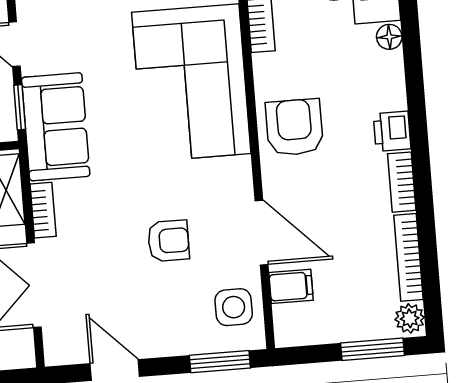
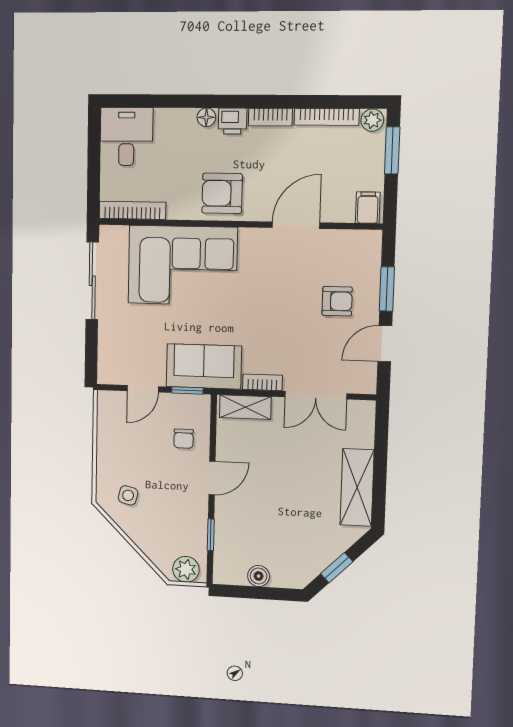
floor lamp: (389, 37) -> (206, 117), moved
armchair: (168, 241) -> (337, 301), moved, turned 90
filing cabinet: (291, 286) -> (368, 208), moved
side table: (234, 307) -> (349, 251), removed
window: (220, 362) -> (387, 289), moved

